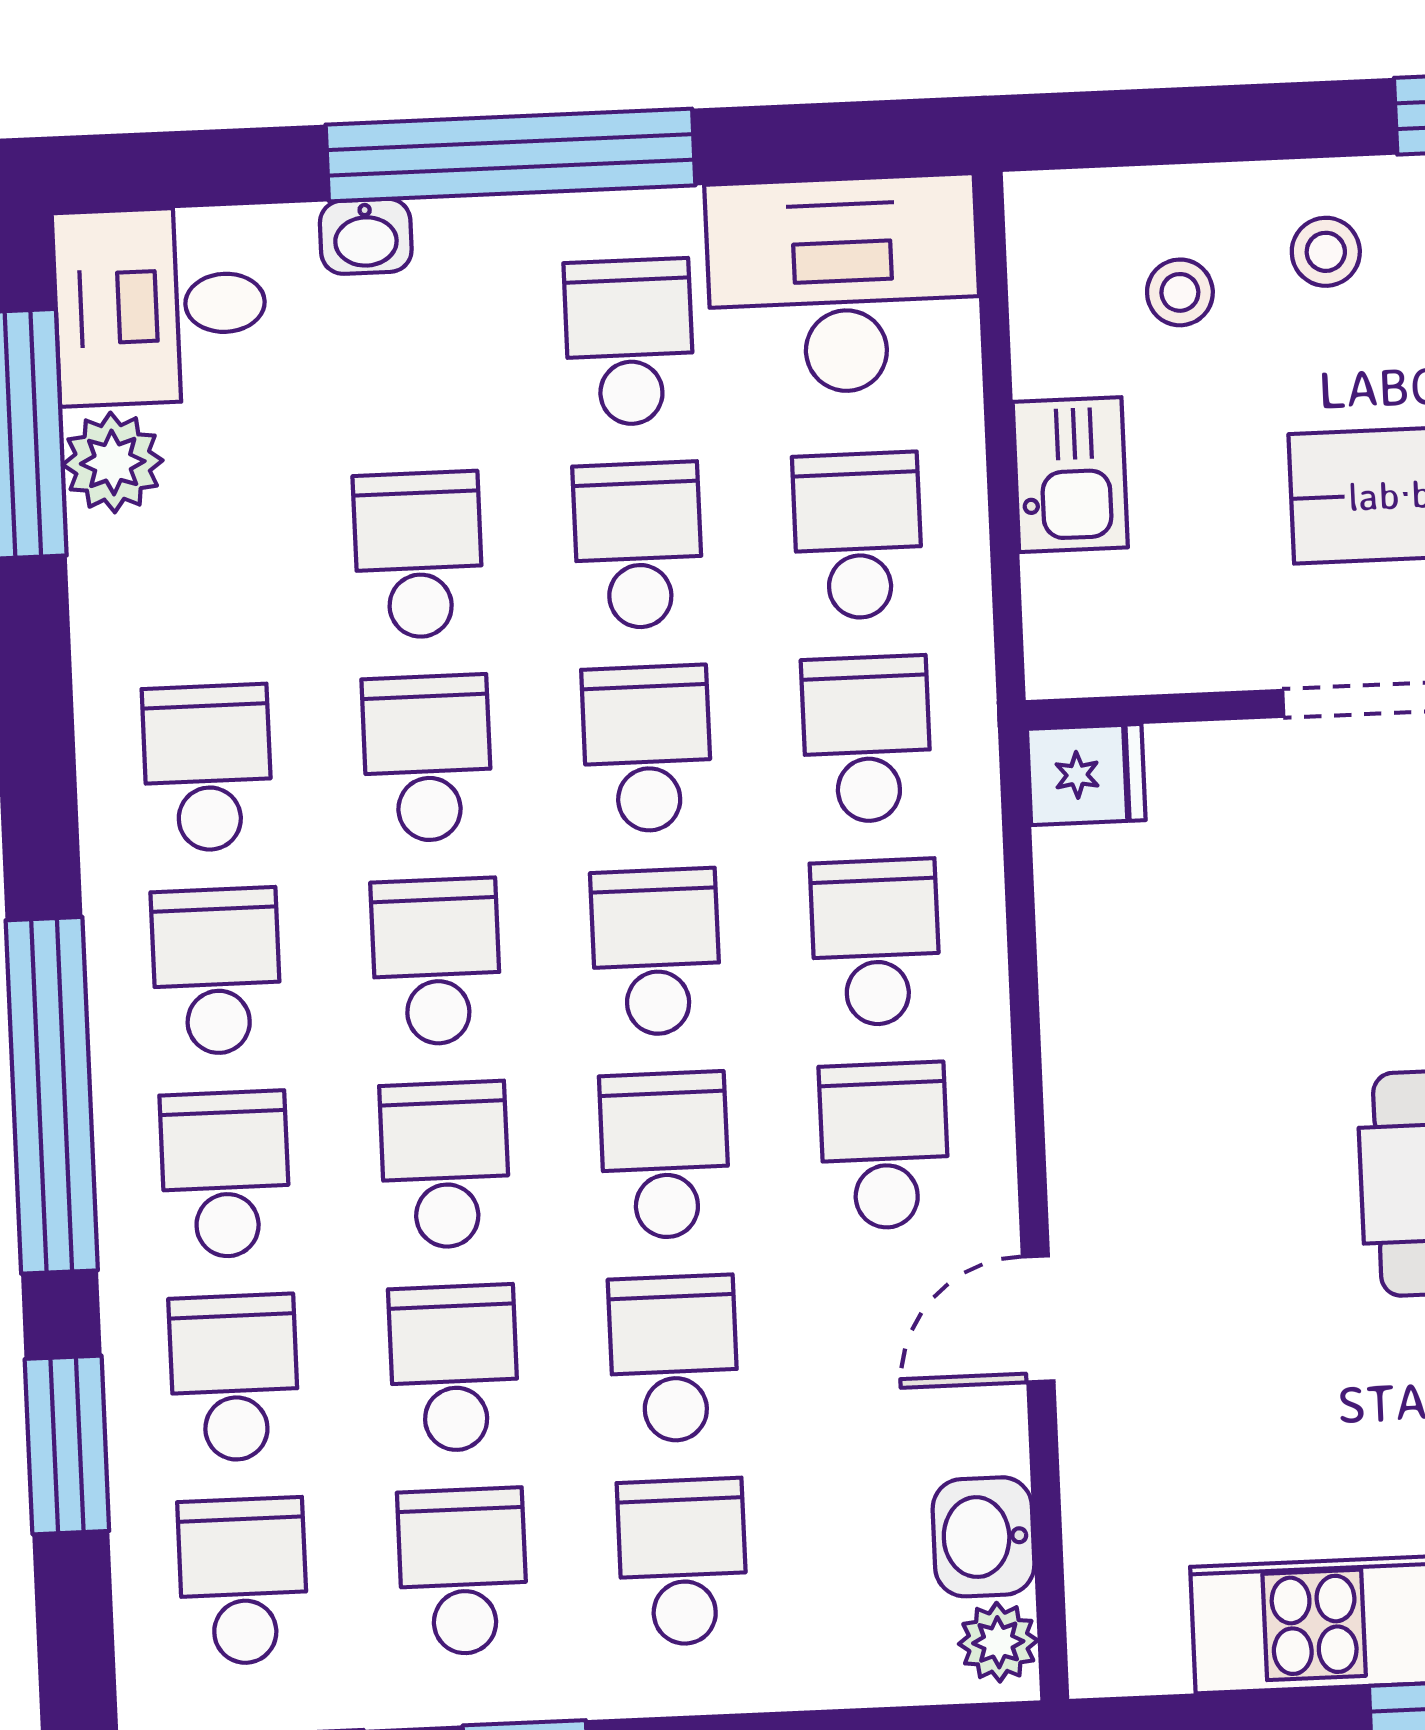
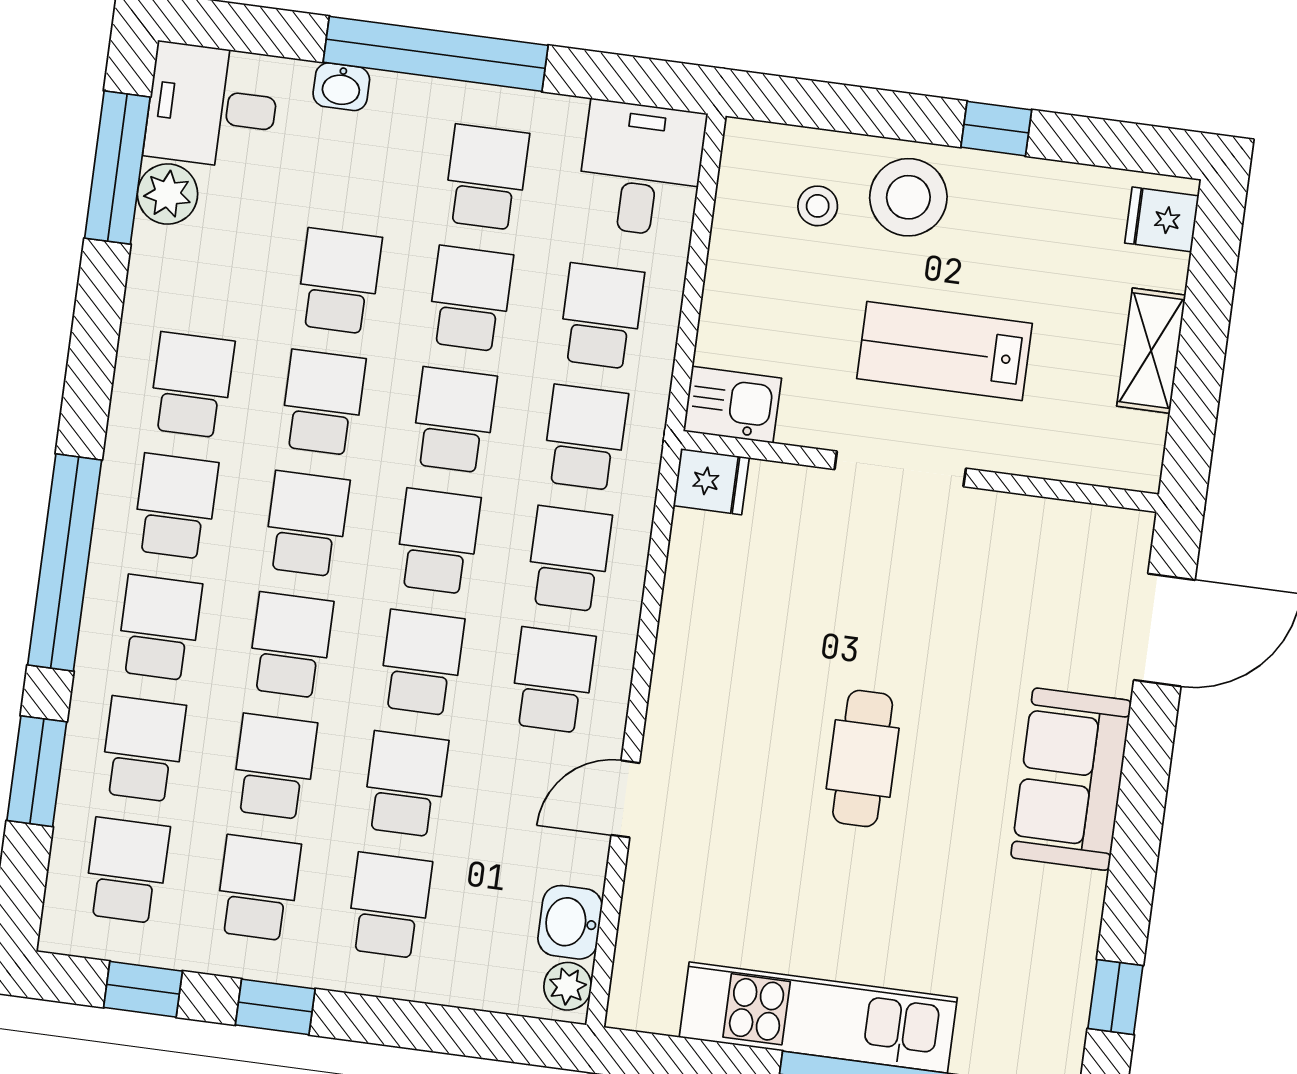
stool: (1326, 252) -> (908, 197), width x1.89, depth x1.89
desk: (844, 285) -> (641, 169), width x0.73
kitchen sink: (1070, 475) -> (732, 405), moved, turned -90

